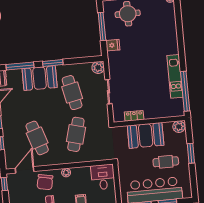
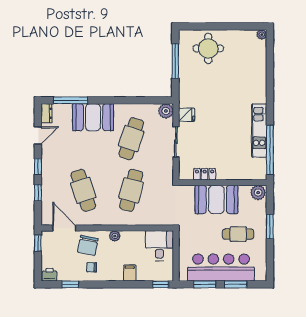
fridge: (113, 45) -> (187, 115), moved
window: (53, 63) -> (111, 100), removed
cafe table: (72, 93) -> (131, 139), turned 30
door: (25, 170) -> (64, 228), hinge flipped

